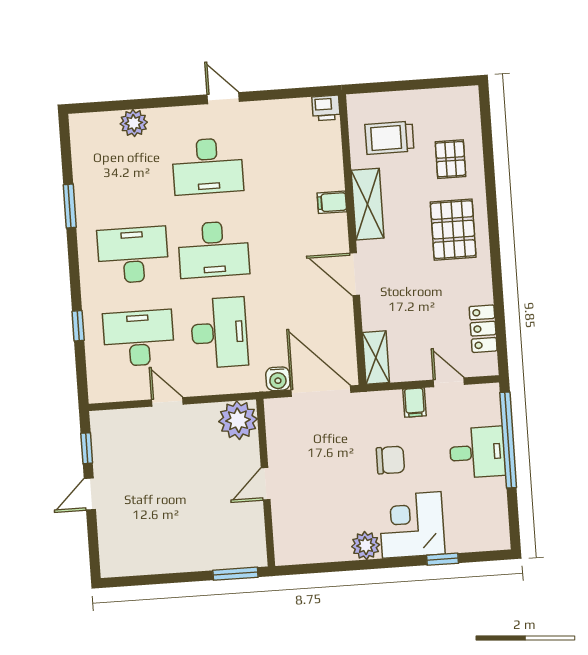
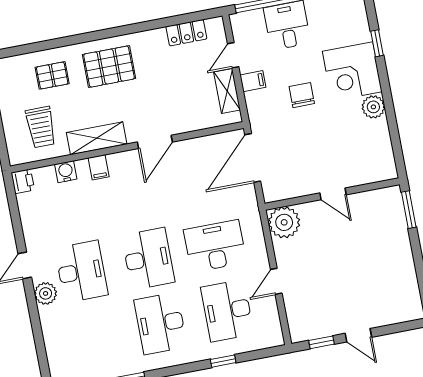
plant: (134, 123) -> (46, 293), moved
shelving: (376, 358) -> (227, 91), moved, turned 90
water cooler: (278, 379) -> (66, 172), moved, turned -90

